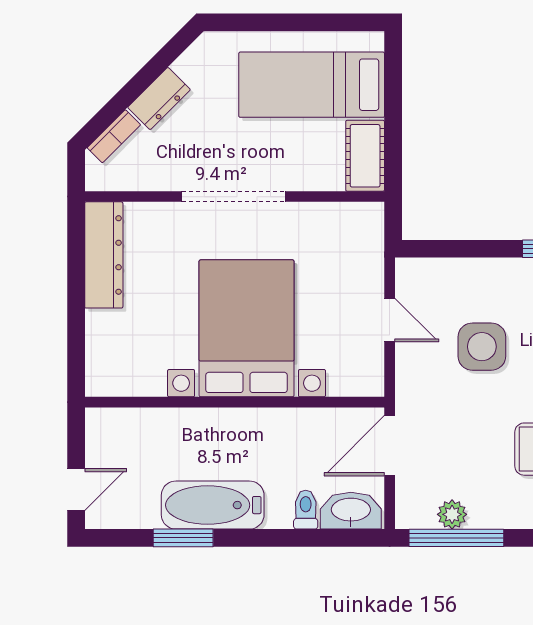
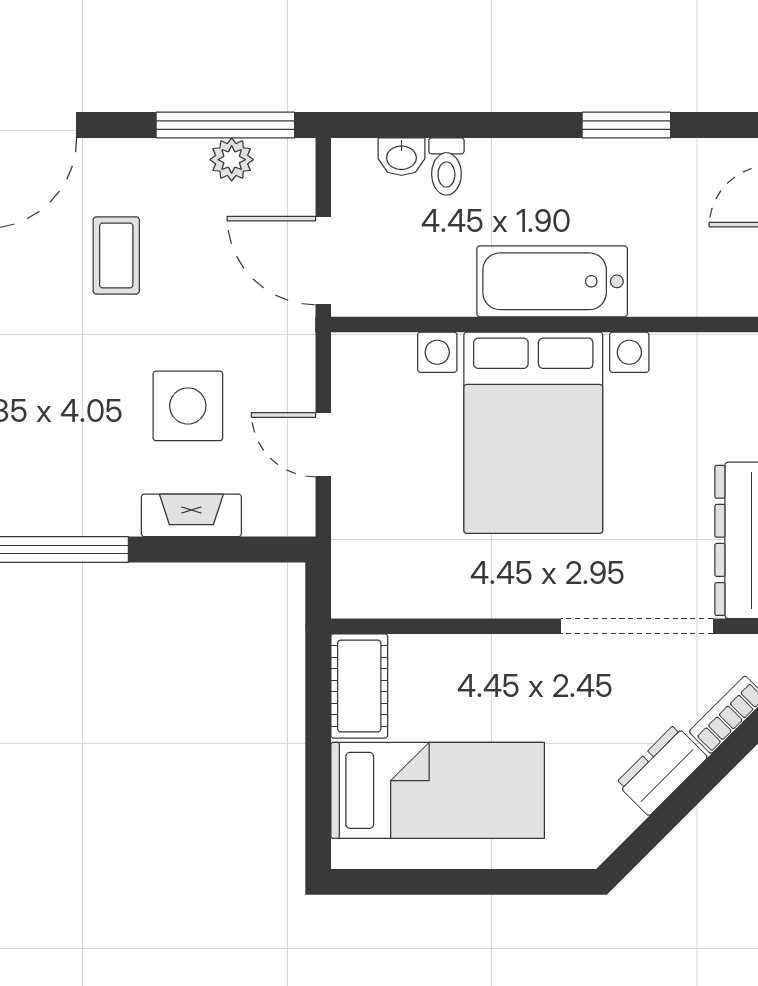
doorway: (234, 197) -> (637, 626), moved
fireplace: (479, 272) -> (191, 515), added
door: (390, 446) -> (323, 261), swing flipped
bathtub: (213, 505) -> (552, 281), moved, turned 180
washbasin: (351, 511) -> (401, 157), width x0.52, depth x0.69

